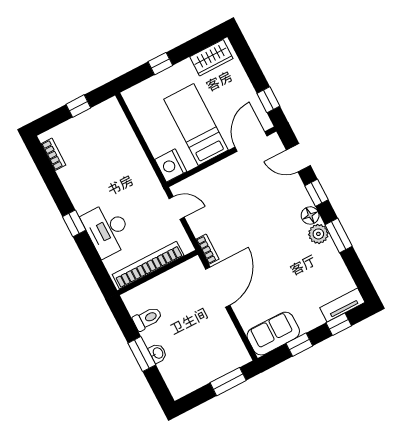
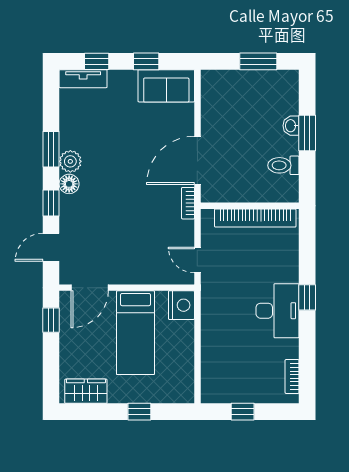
door: (298, 158) -> (51, 247), swing flipped
desk: (107, 230) -> (278, 311), moved
window: (228, 382) -> (258, 61), moved

